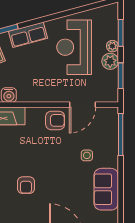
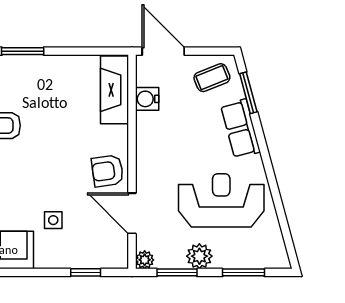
plant: (112, 46) -> (145, 260), moved
armchair: (55, 120) -> (107, 171), turned 82
window: (121, 135) -> (86, 272), width x0.46

